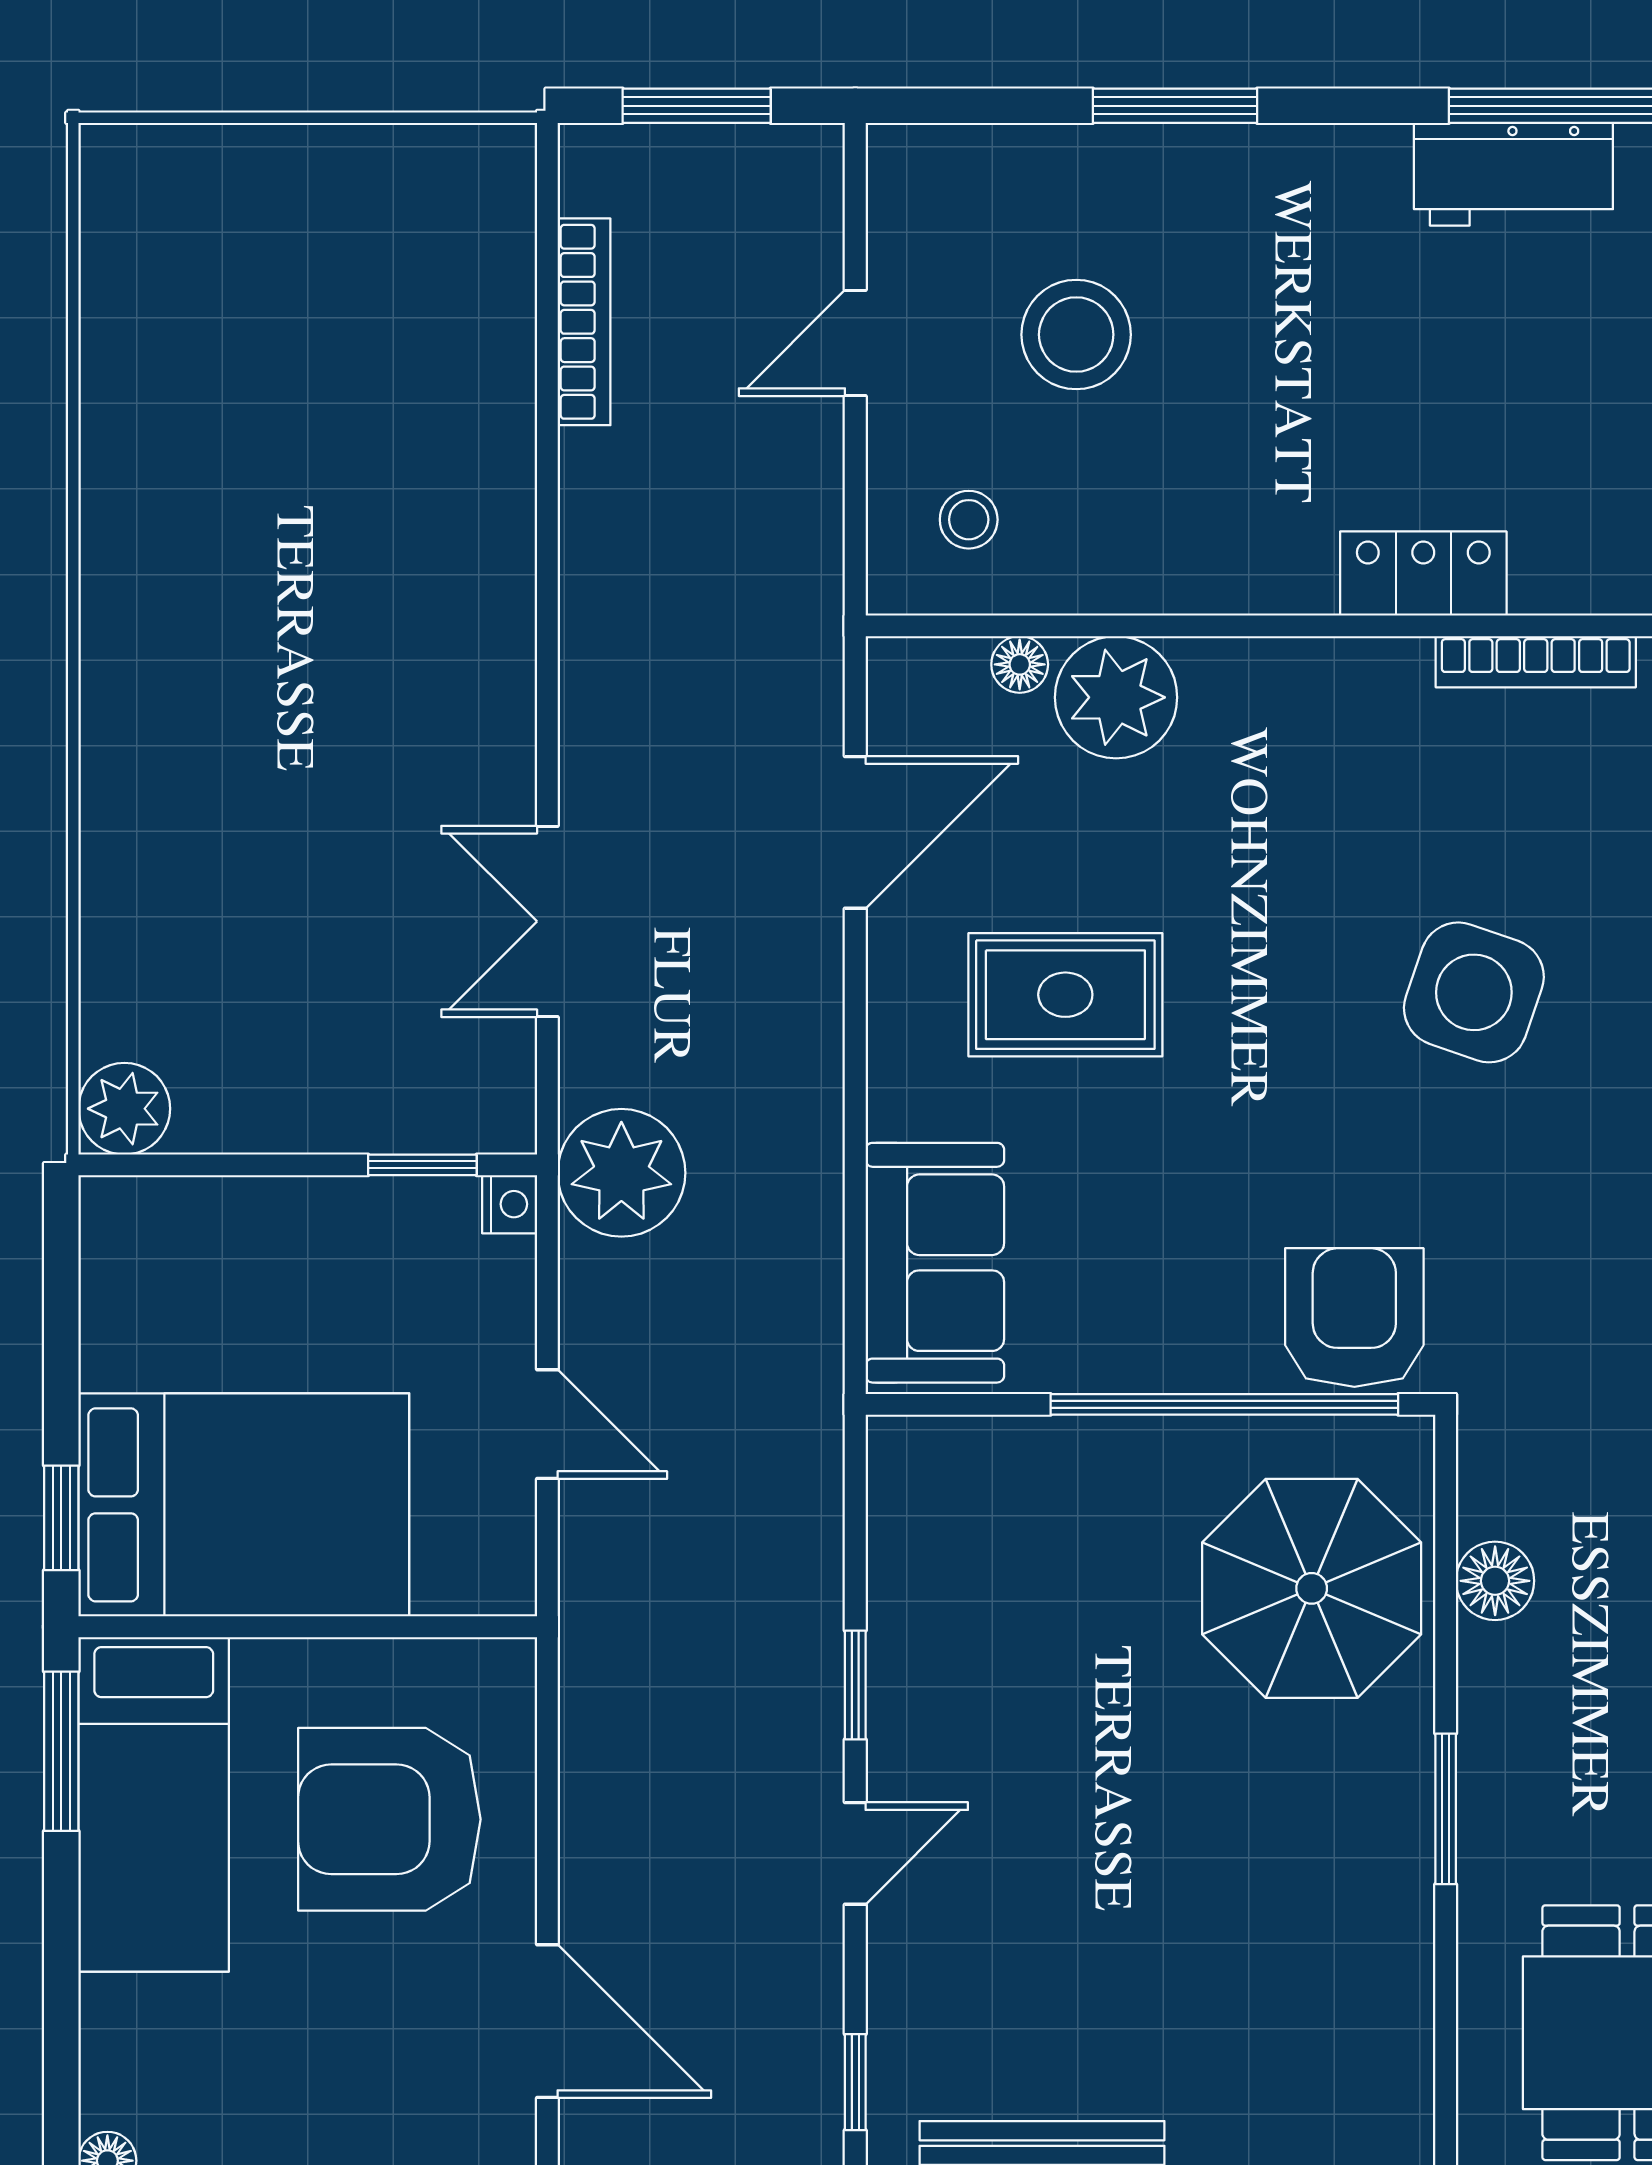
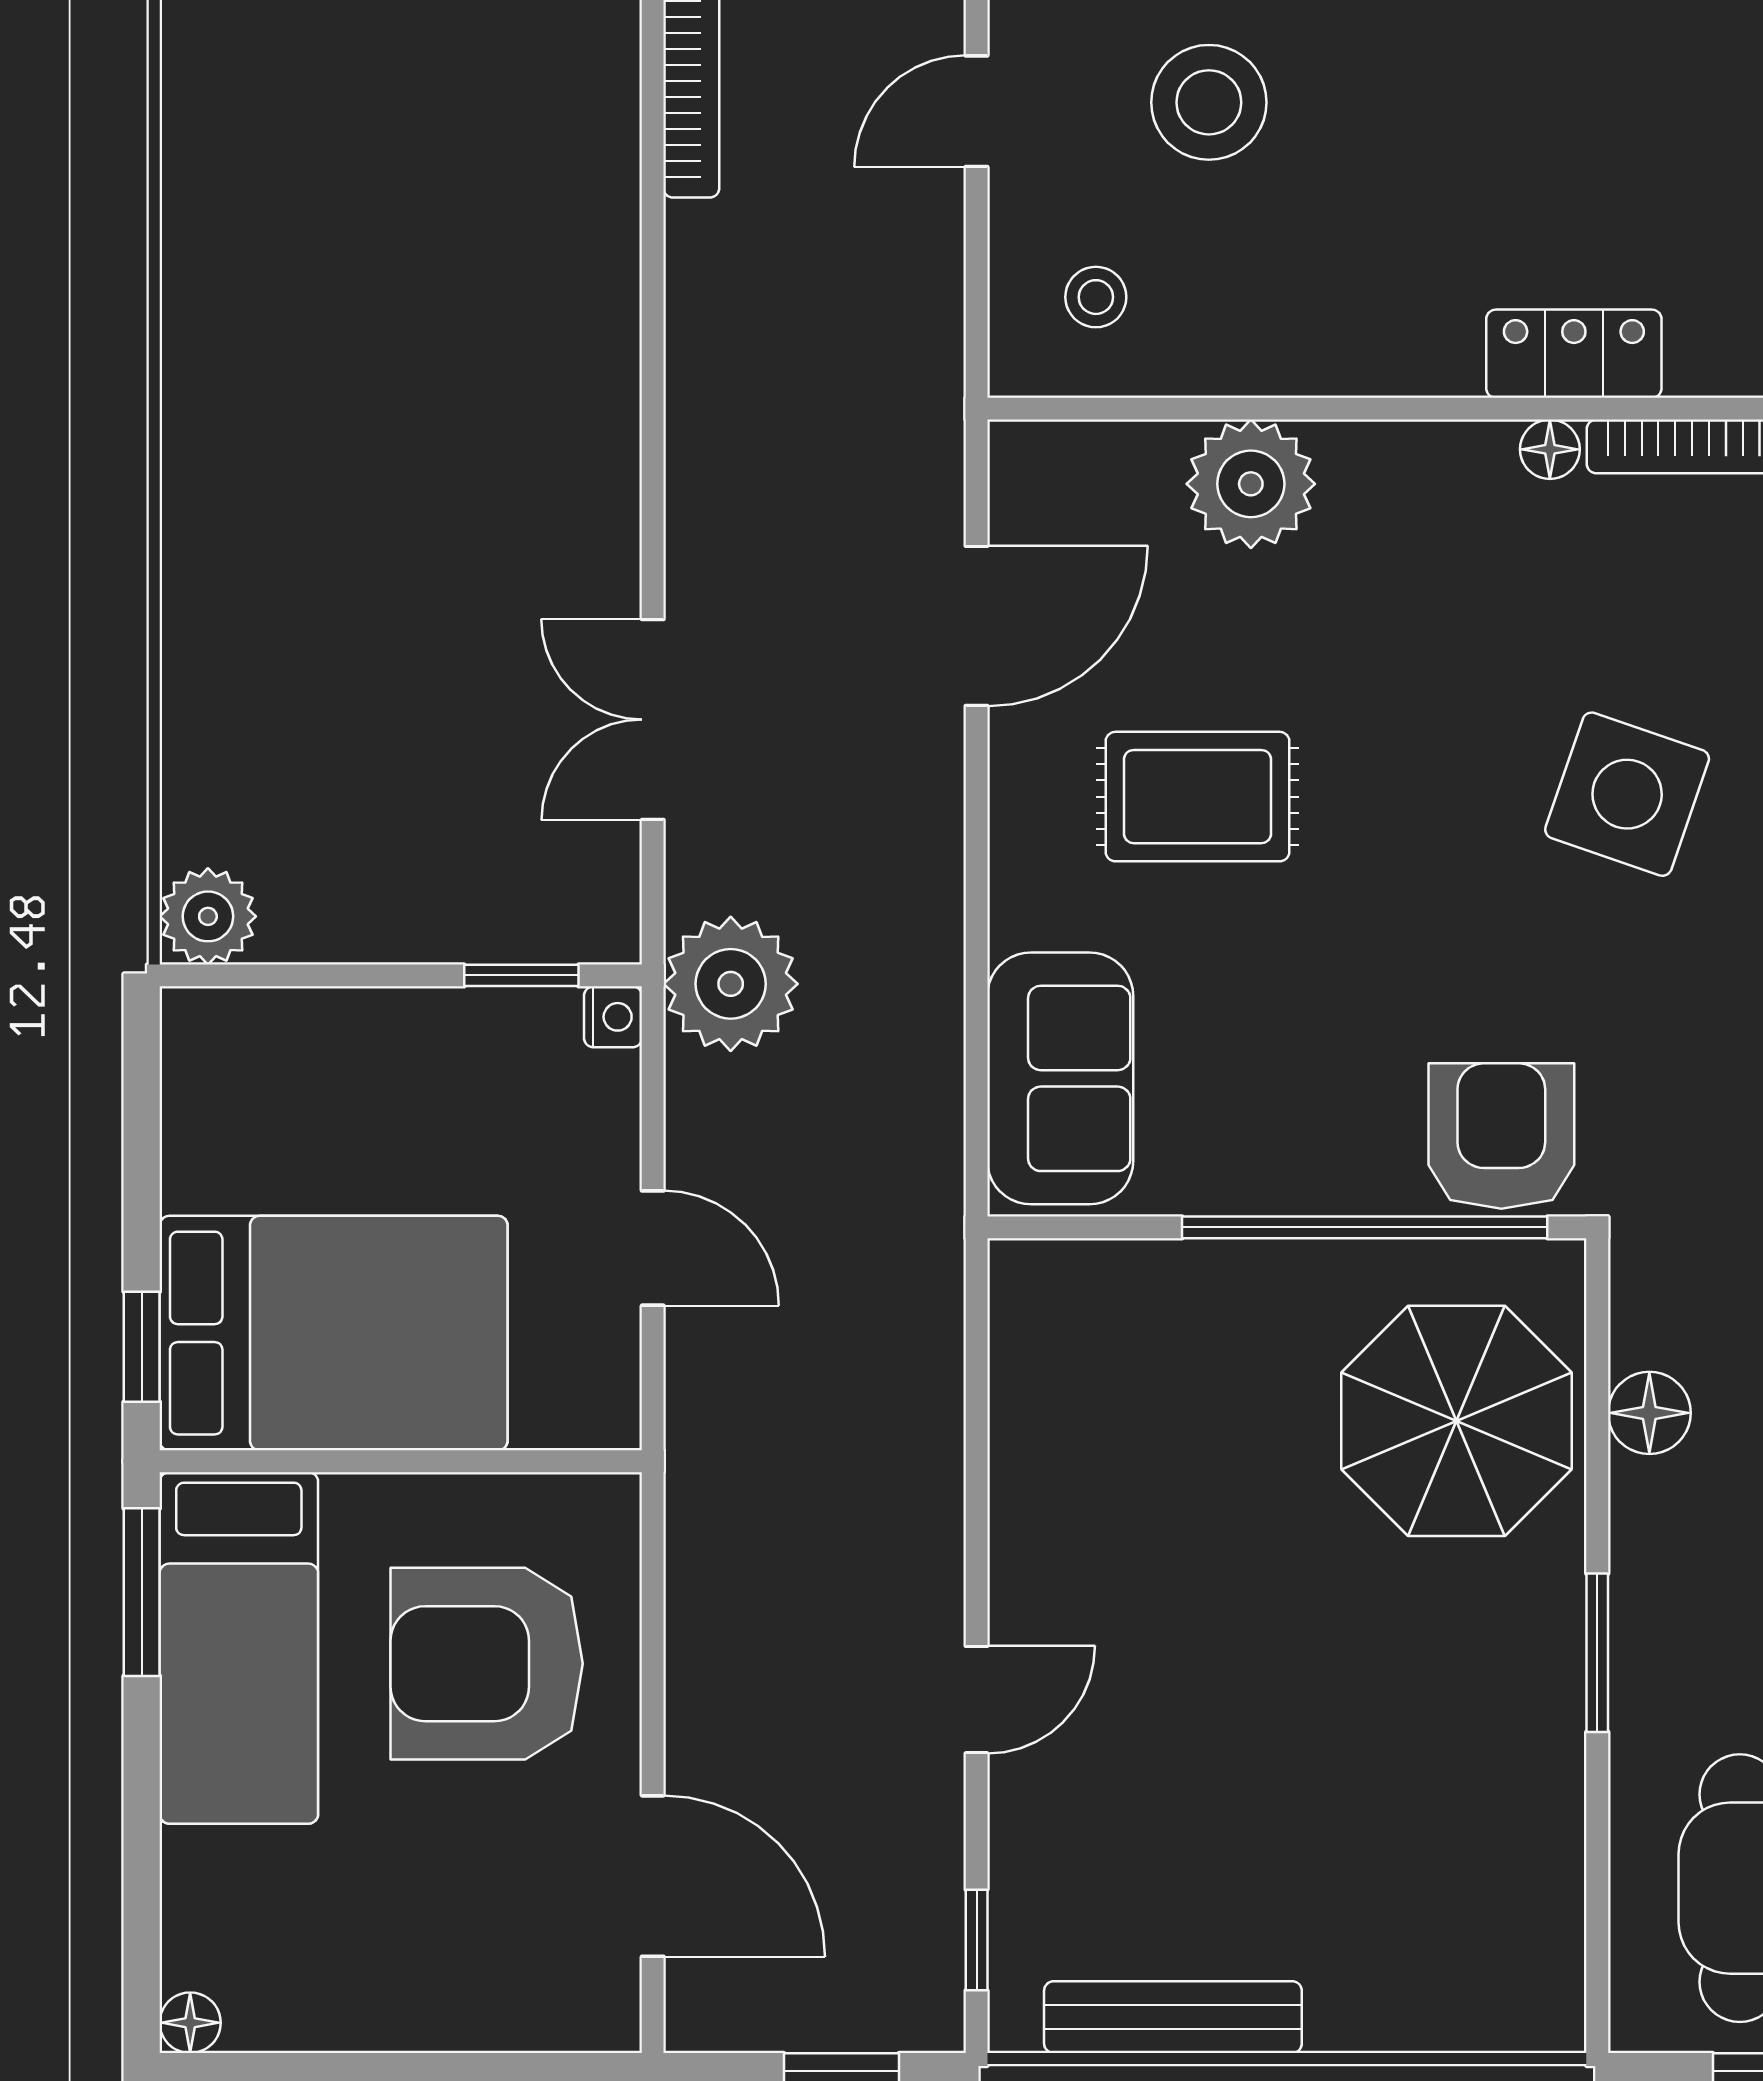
floor lamp: (1020, 664) -> (1550, 449), moved
window: (855, 1685) -> (977, 1523), removed

